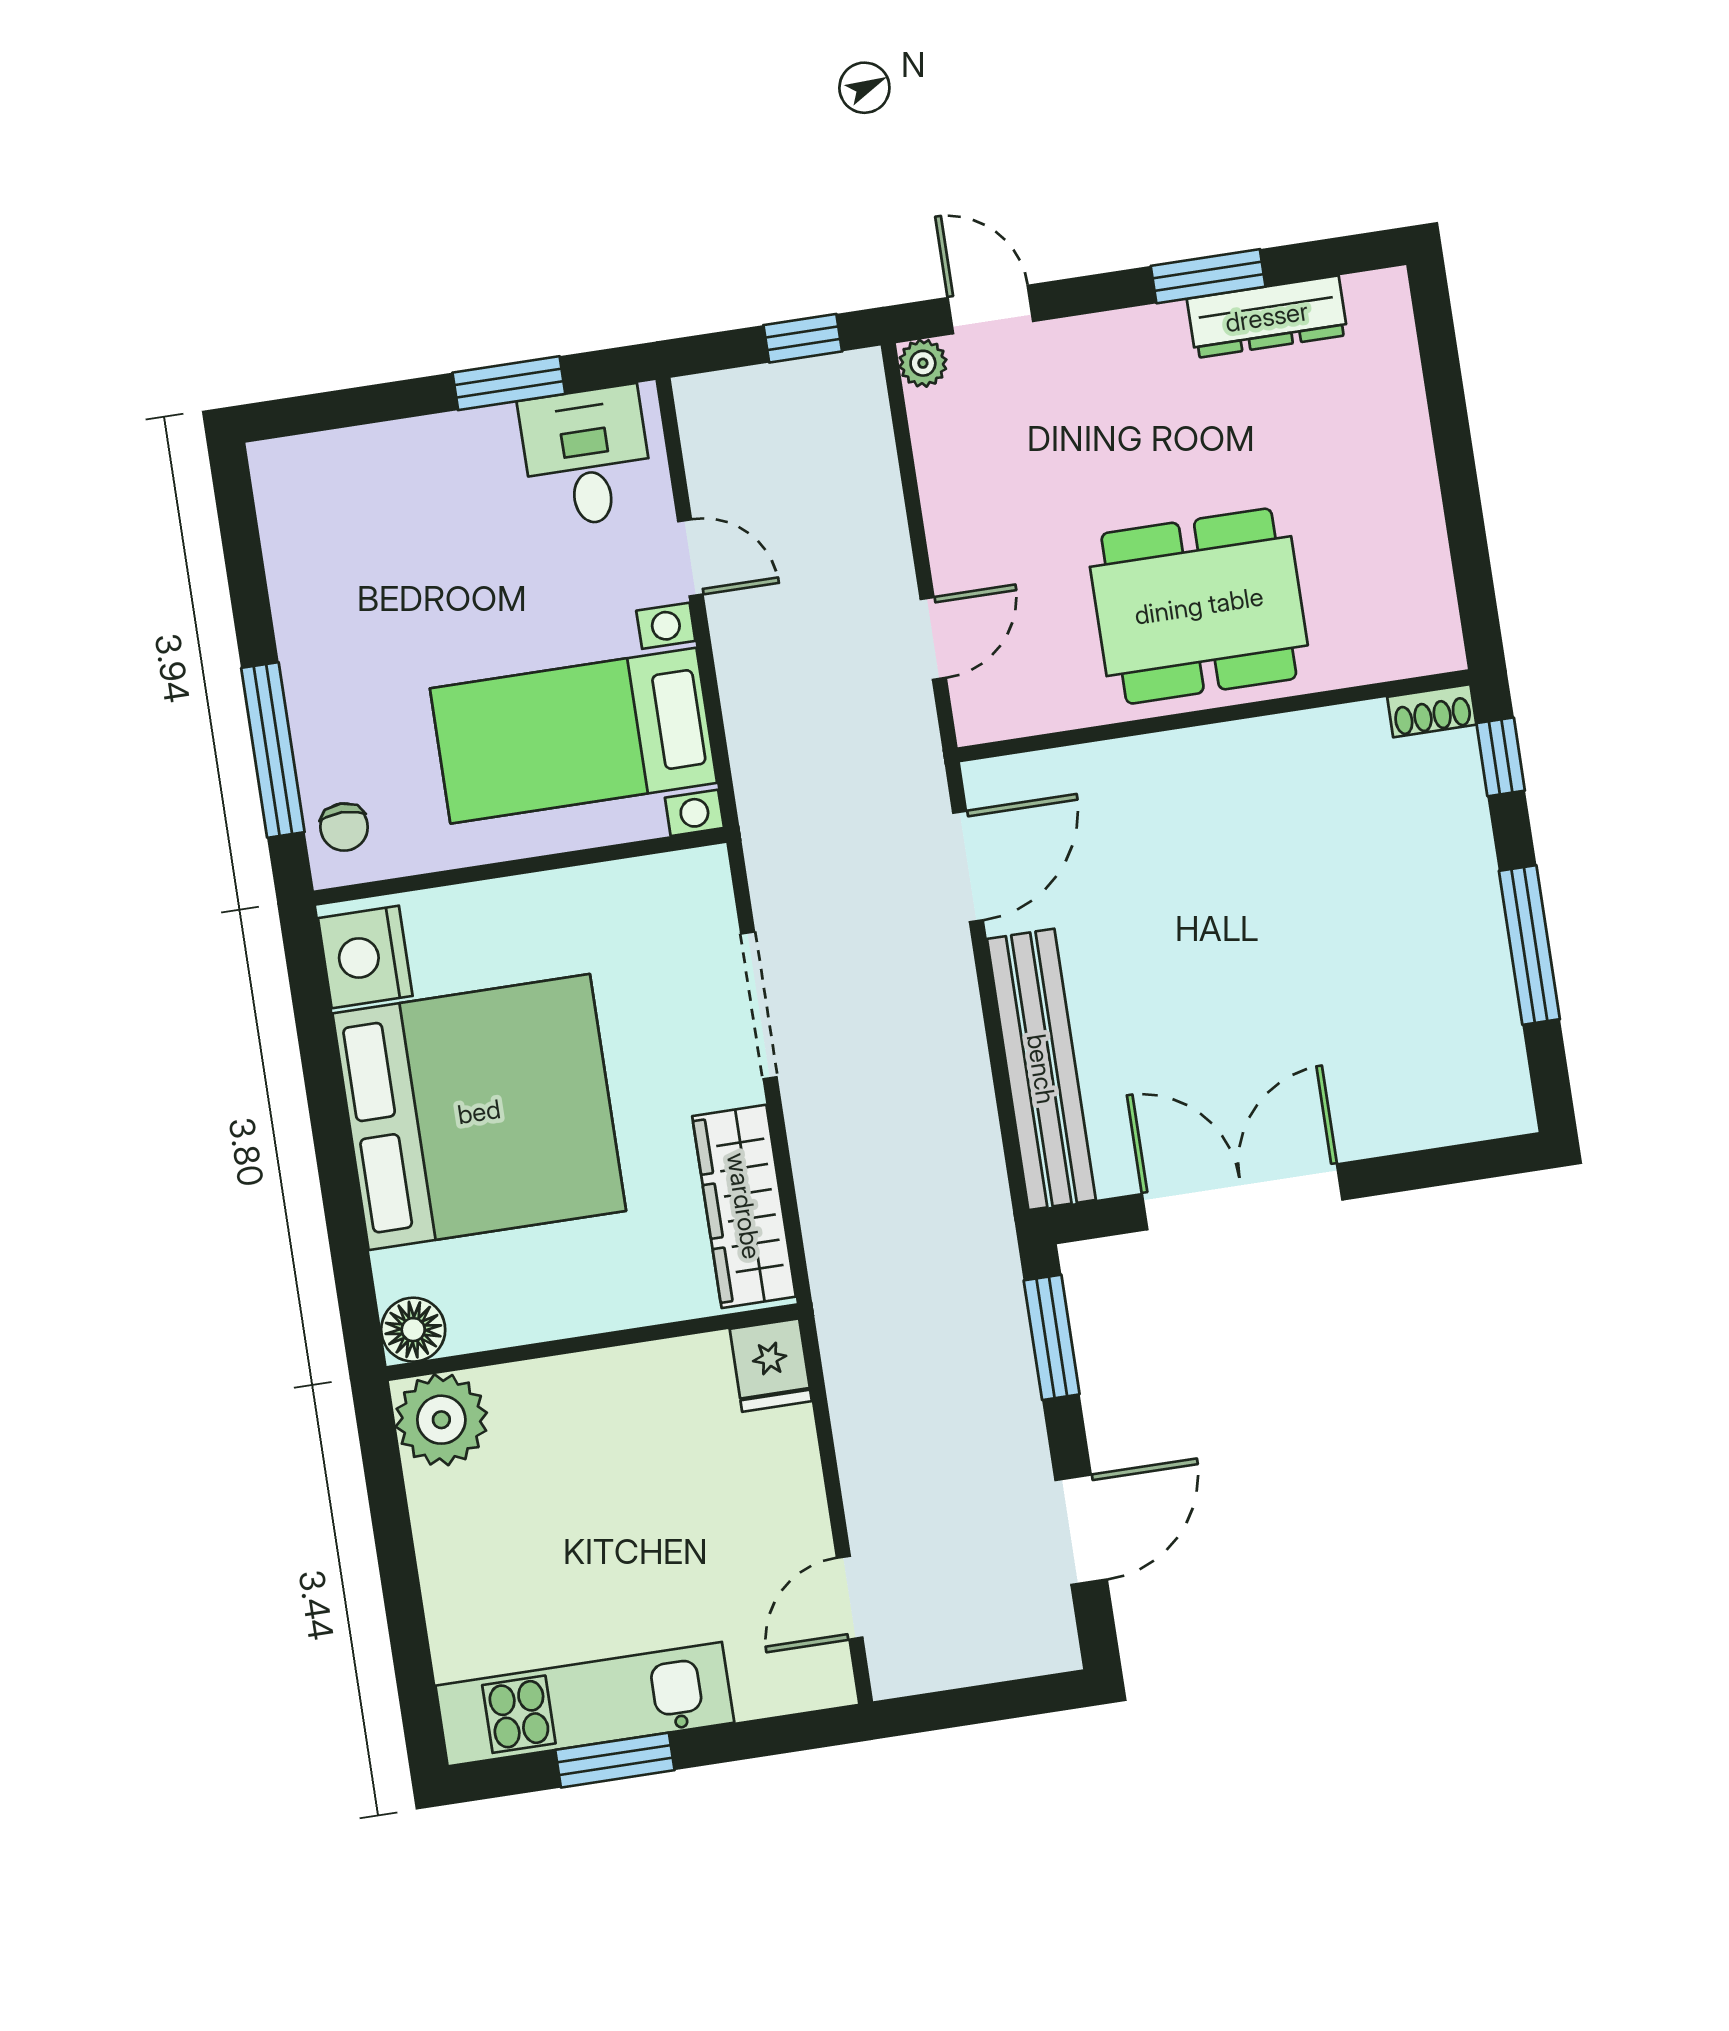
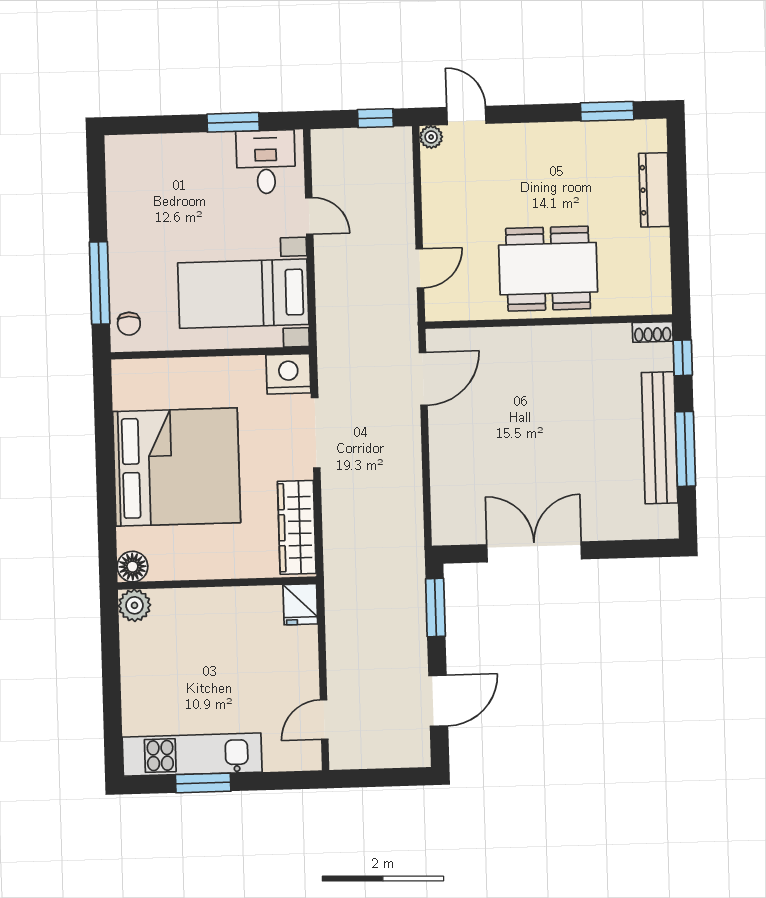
window: (1208, 276) -> (607, 111), moved
dresser: (1267, 317) -> (654, 190), moved, turned 90
nightstand: (365, 957) -> (288, 374), moved, turned 90
bench: (1041, 1069) -> (660, 438), moved
plant: (441, 1420) -> (134, 605), width x0.73, depth x0.73

